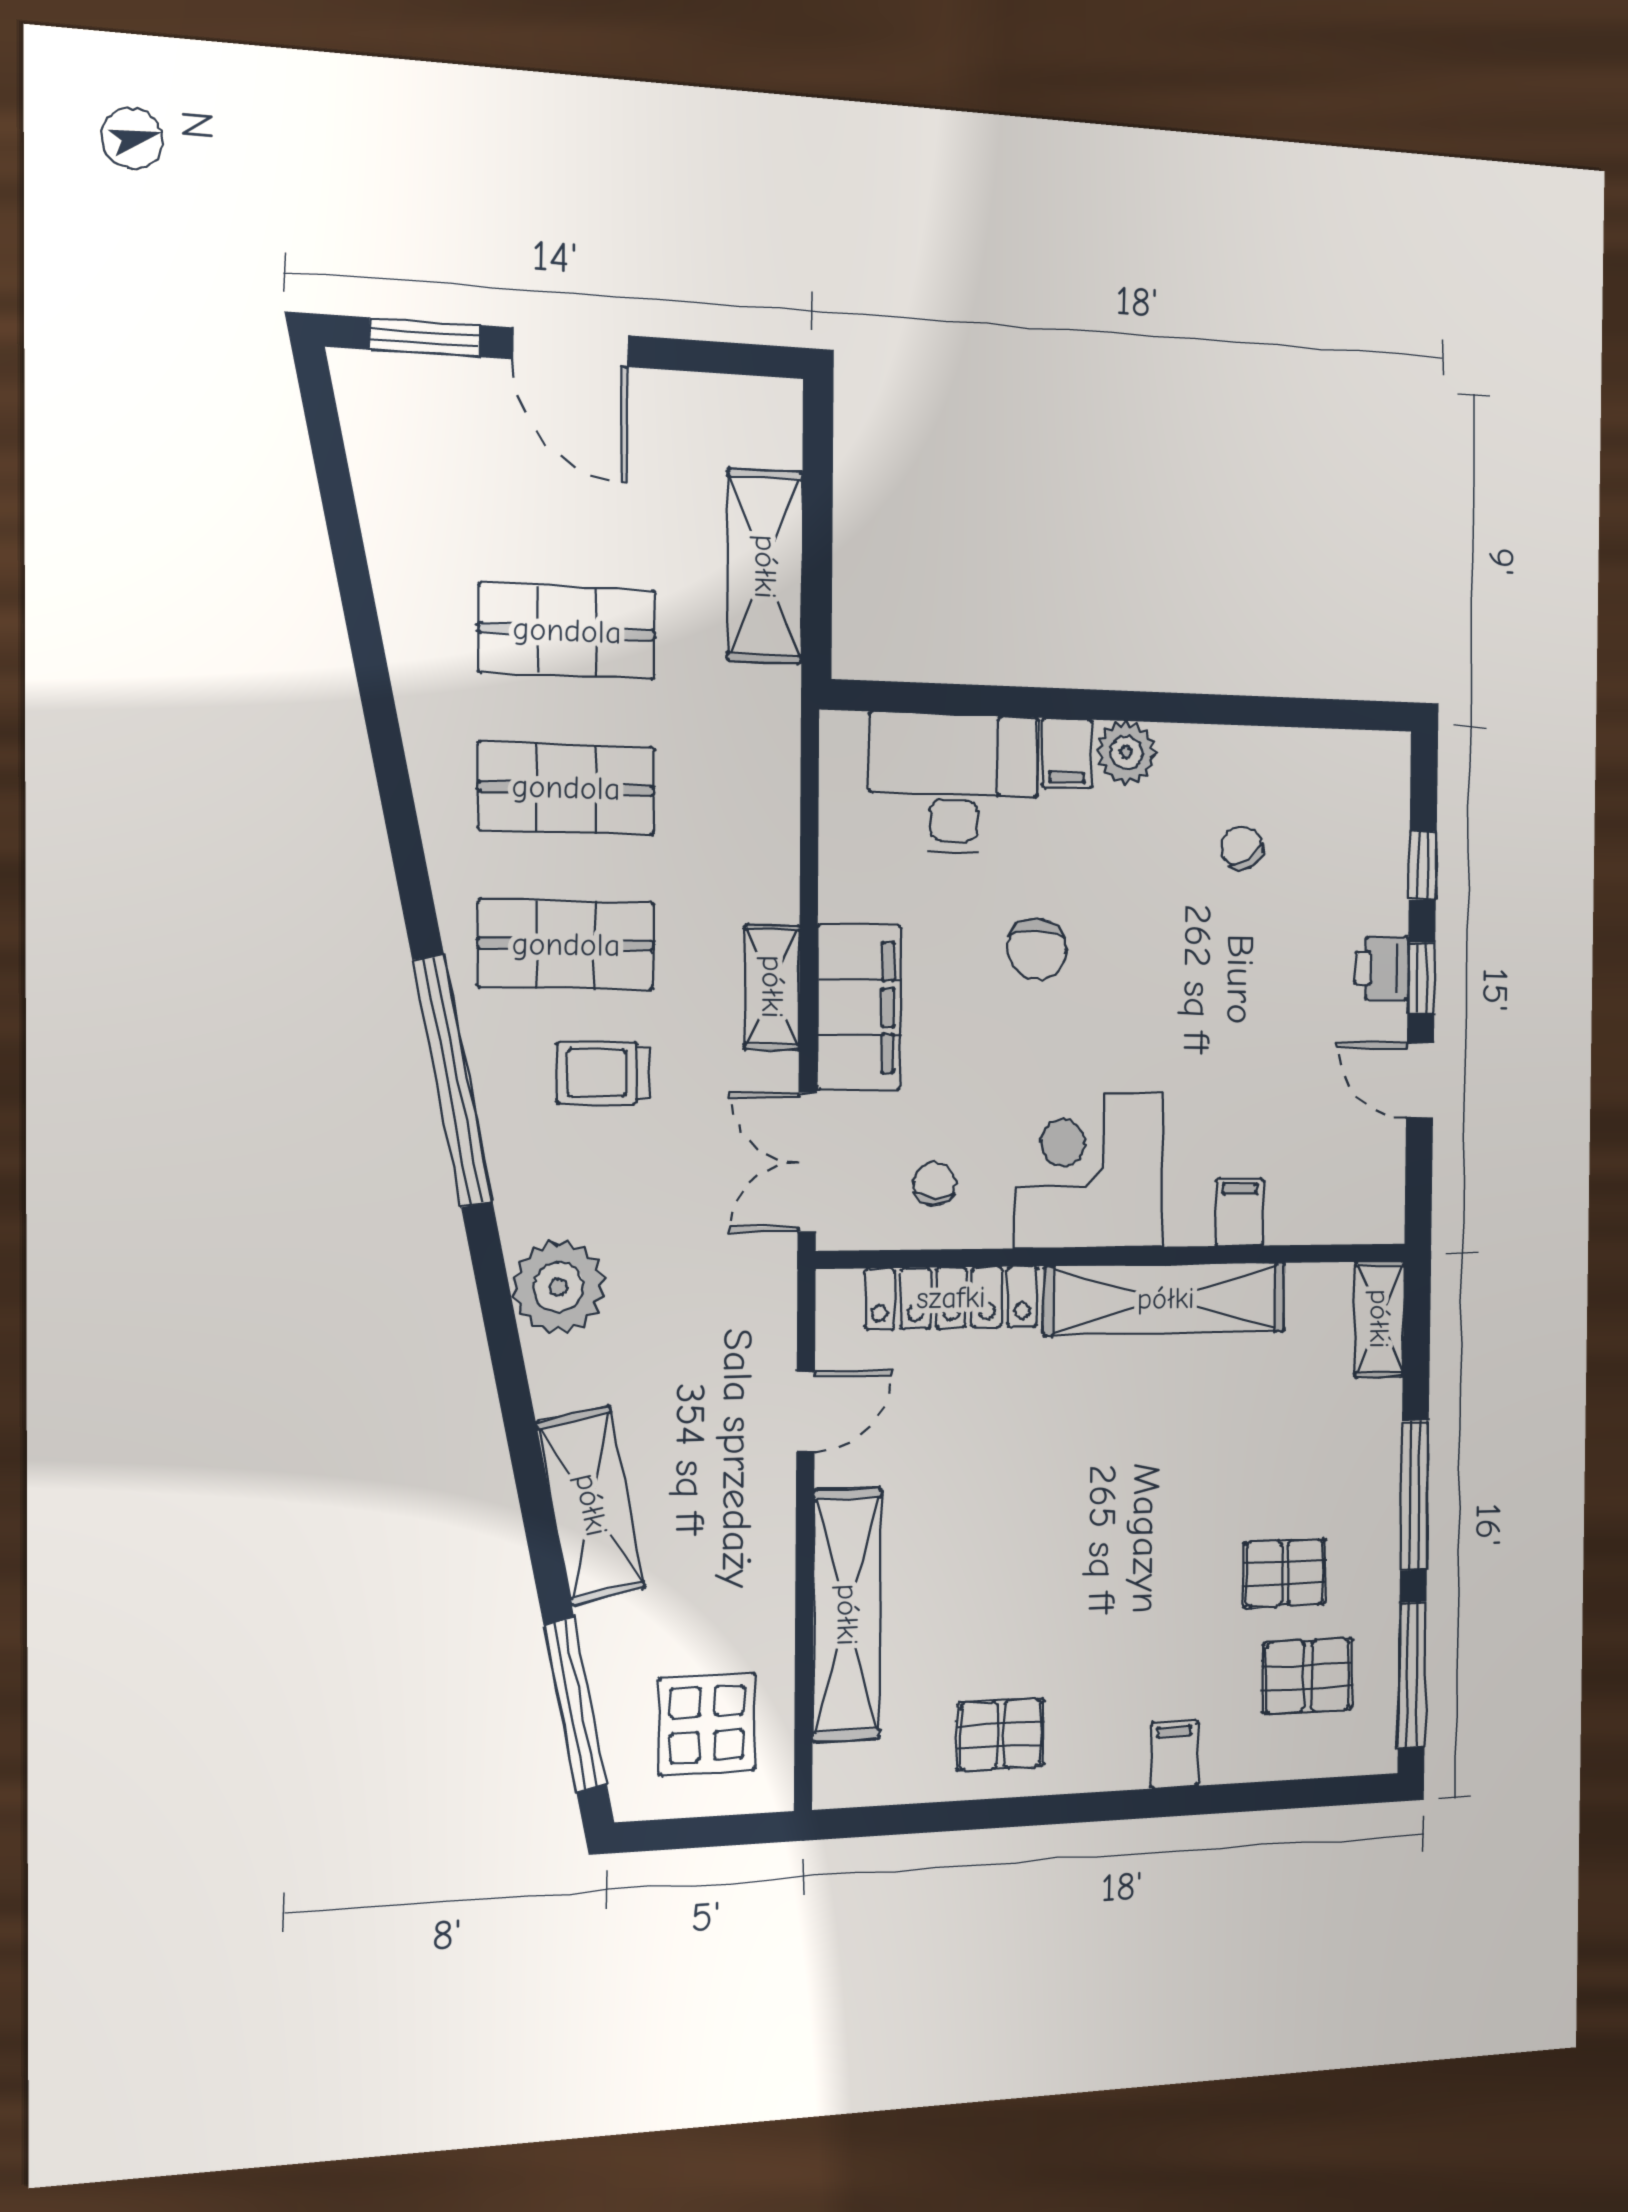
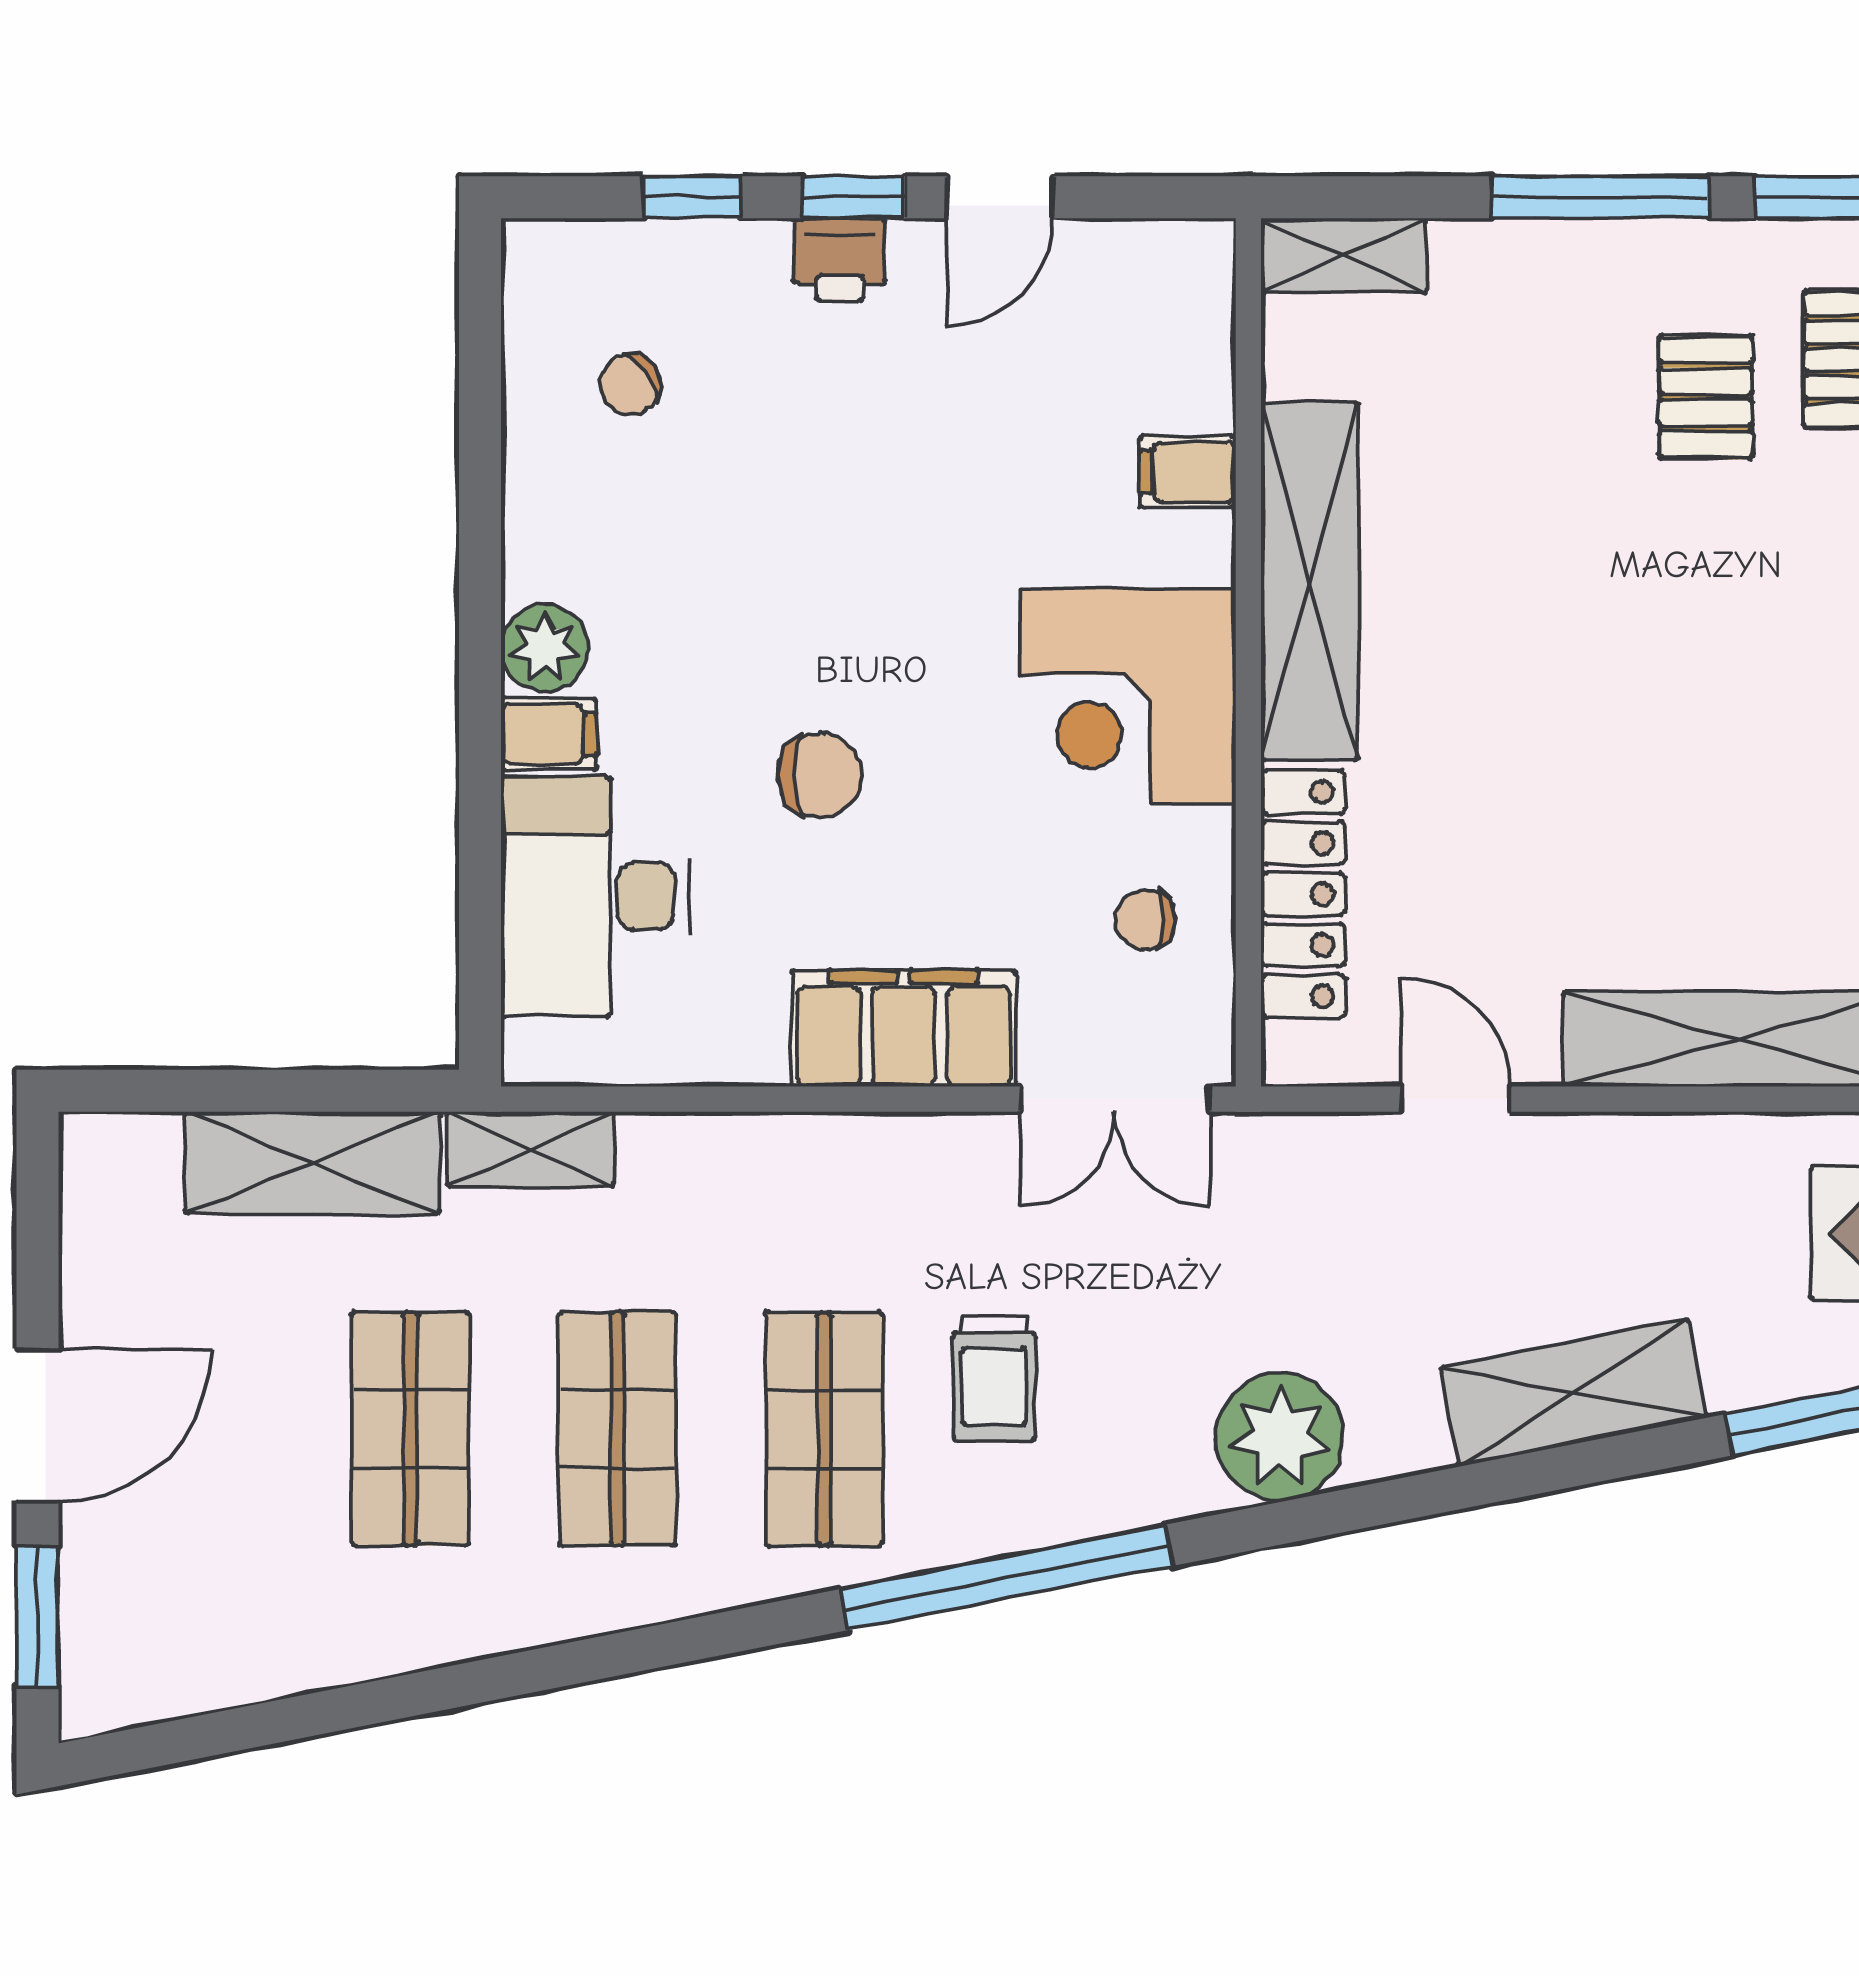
chair: (1242, 848) -> (631, 384), moved
shelving: (772, 987) -> (530, 1149), moved

